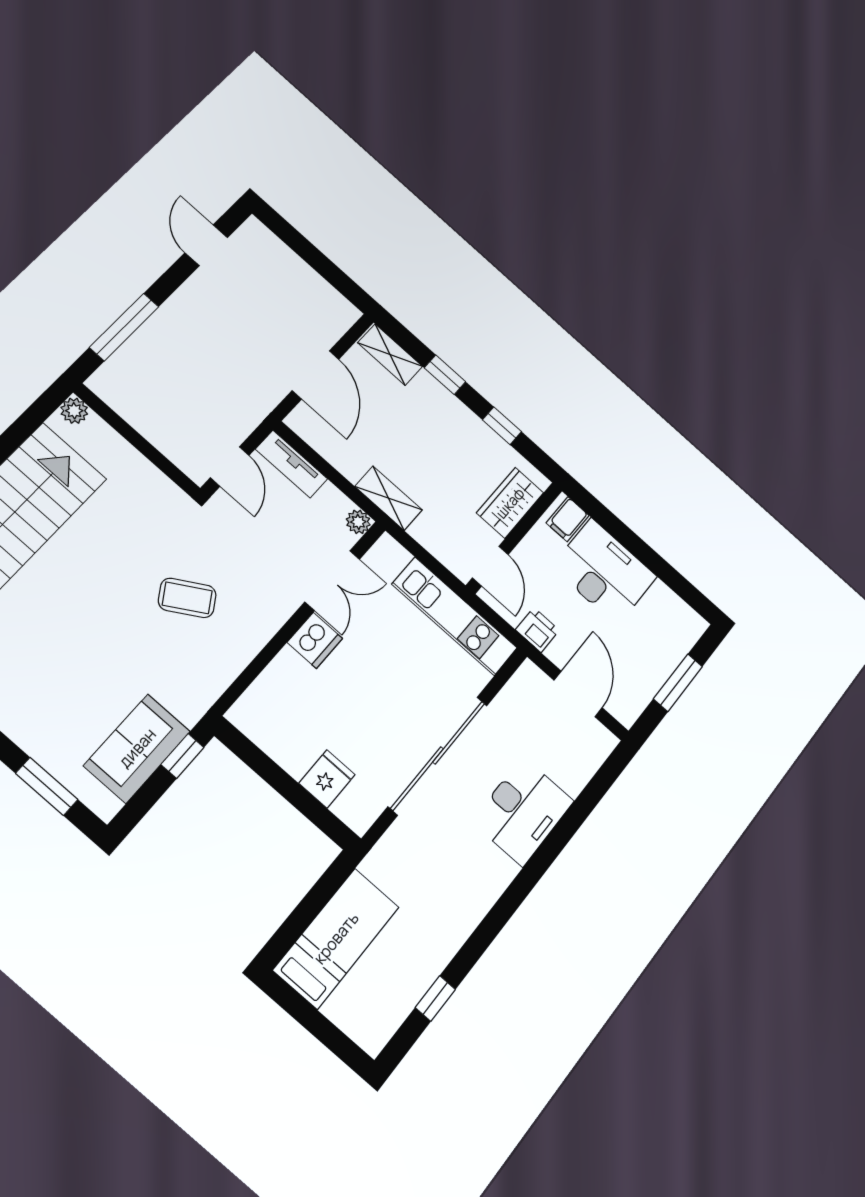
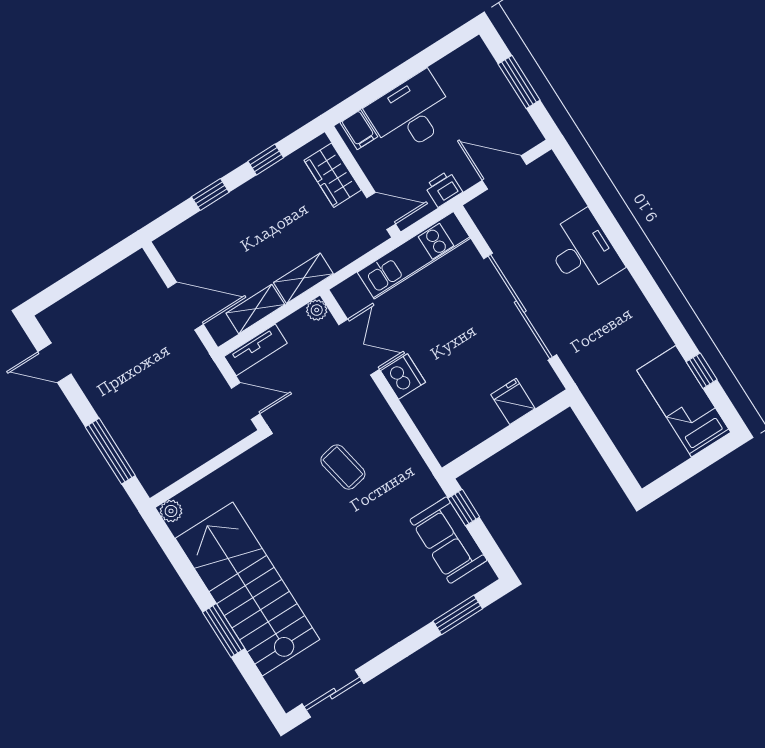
shelving: (390, 355) -> (255, 309), moved
coffee table: (187, 598) -> (343, 467), turned -69
bed: (336, 938) -> (684, 401), moved

